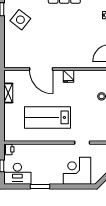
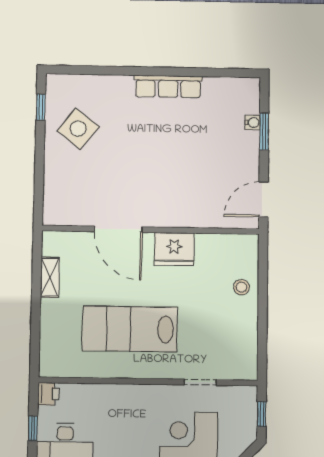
fridge: (68, 76) -> (174, 249), width x1.88, depth x1.34

